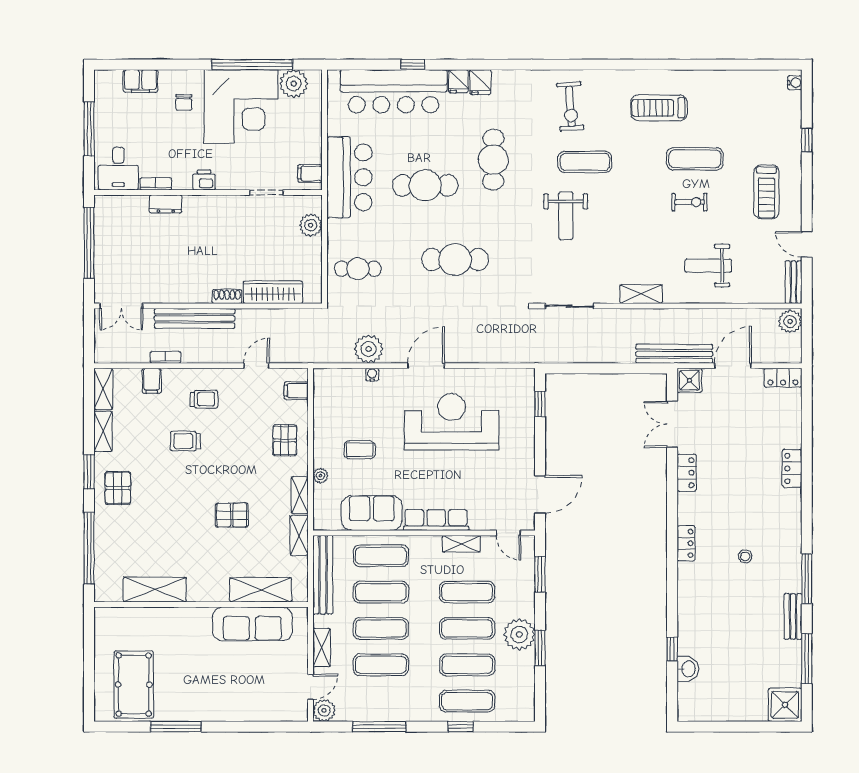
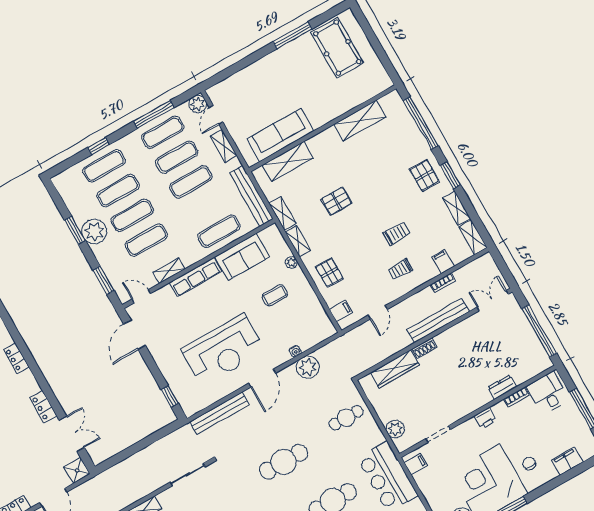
bench: (674, 354) -> (220, 413), moved
exercise mat: (381, 592) -> (163, 132), moved

